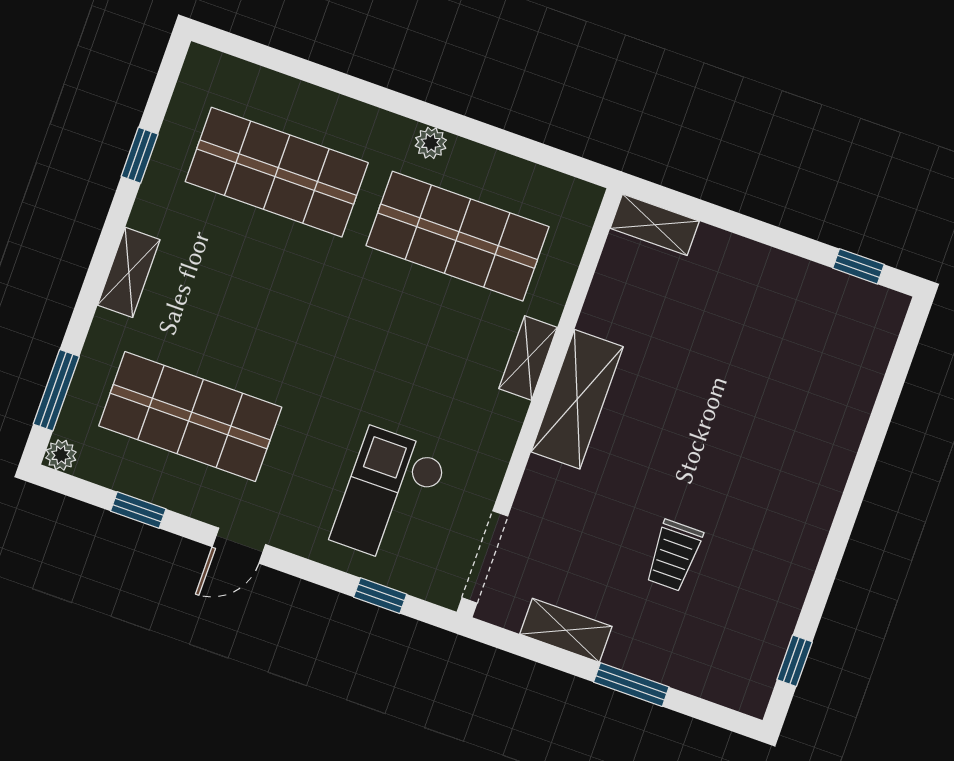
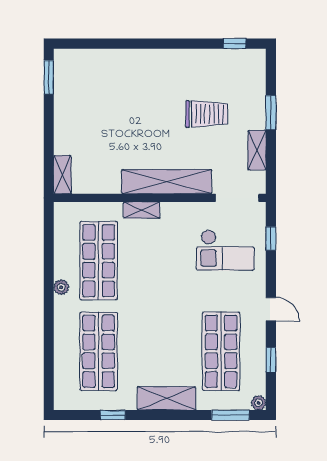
window: (858, 266) -> (49, 77), width x1.50
shelving: (129, 272) -> (167, 398), width x1.50, depth x1.33
shelving: (577, 399) -> (167, 182), width x1.47
trolley: (674, 555) -> (207, 114), width x1.36, depth x1.39

